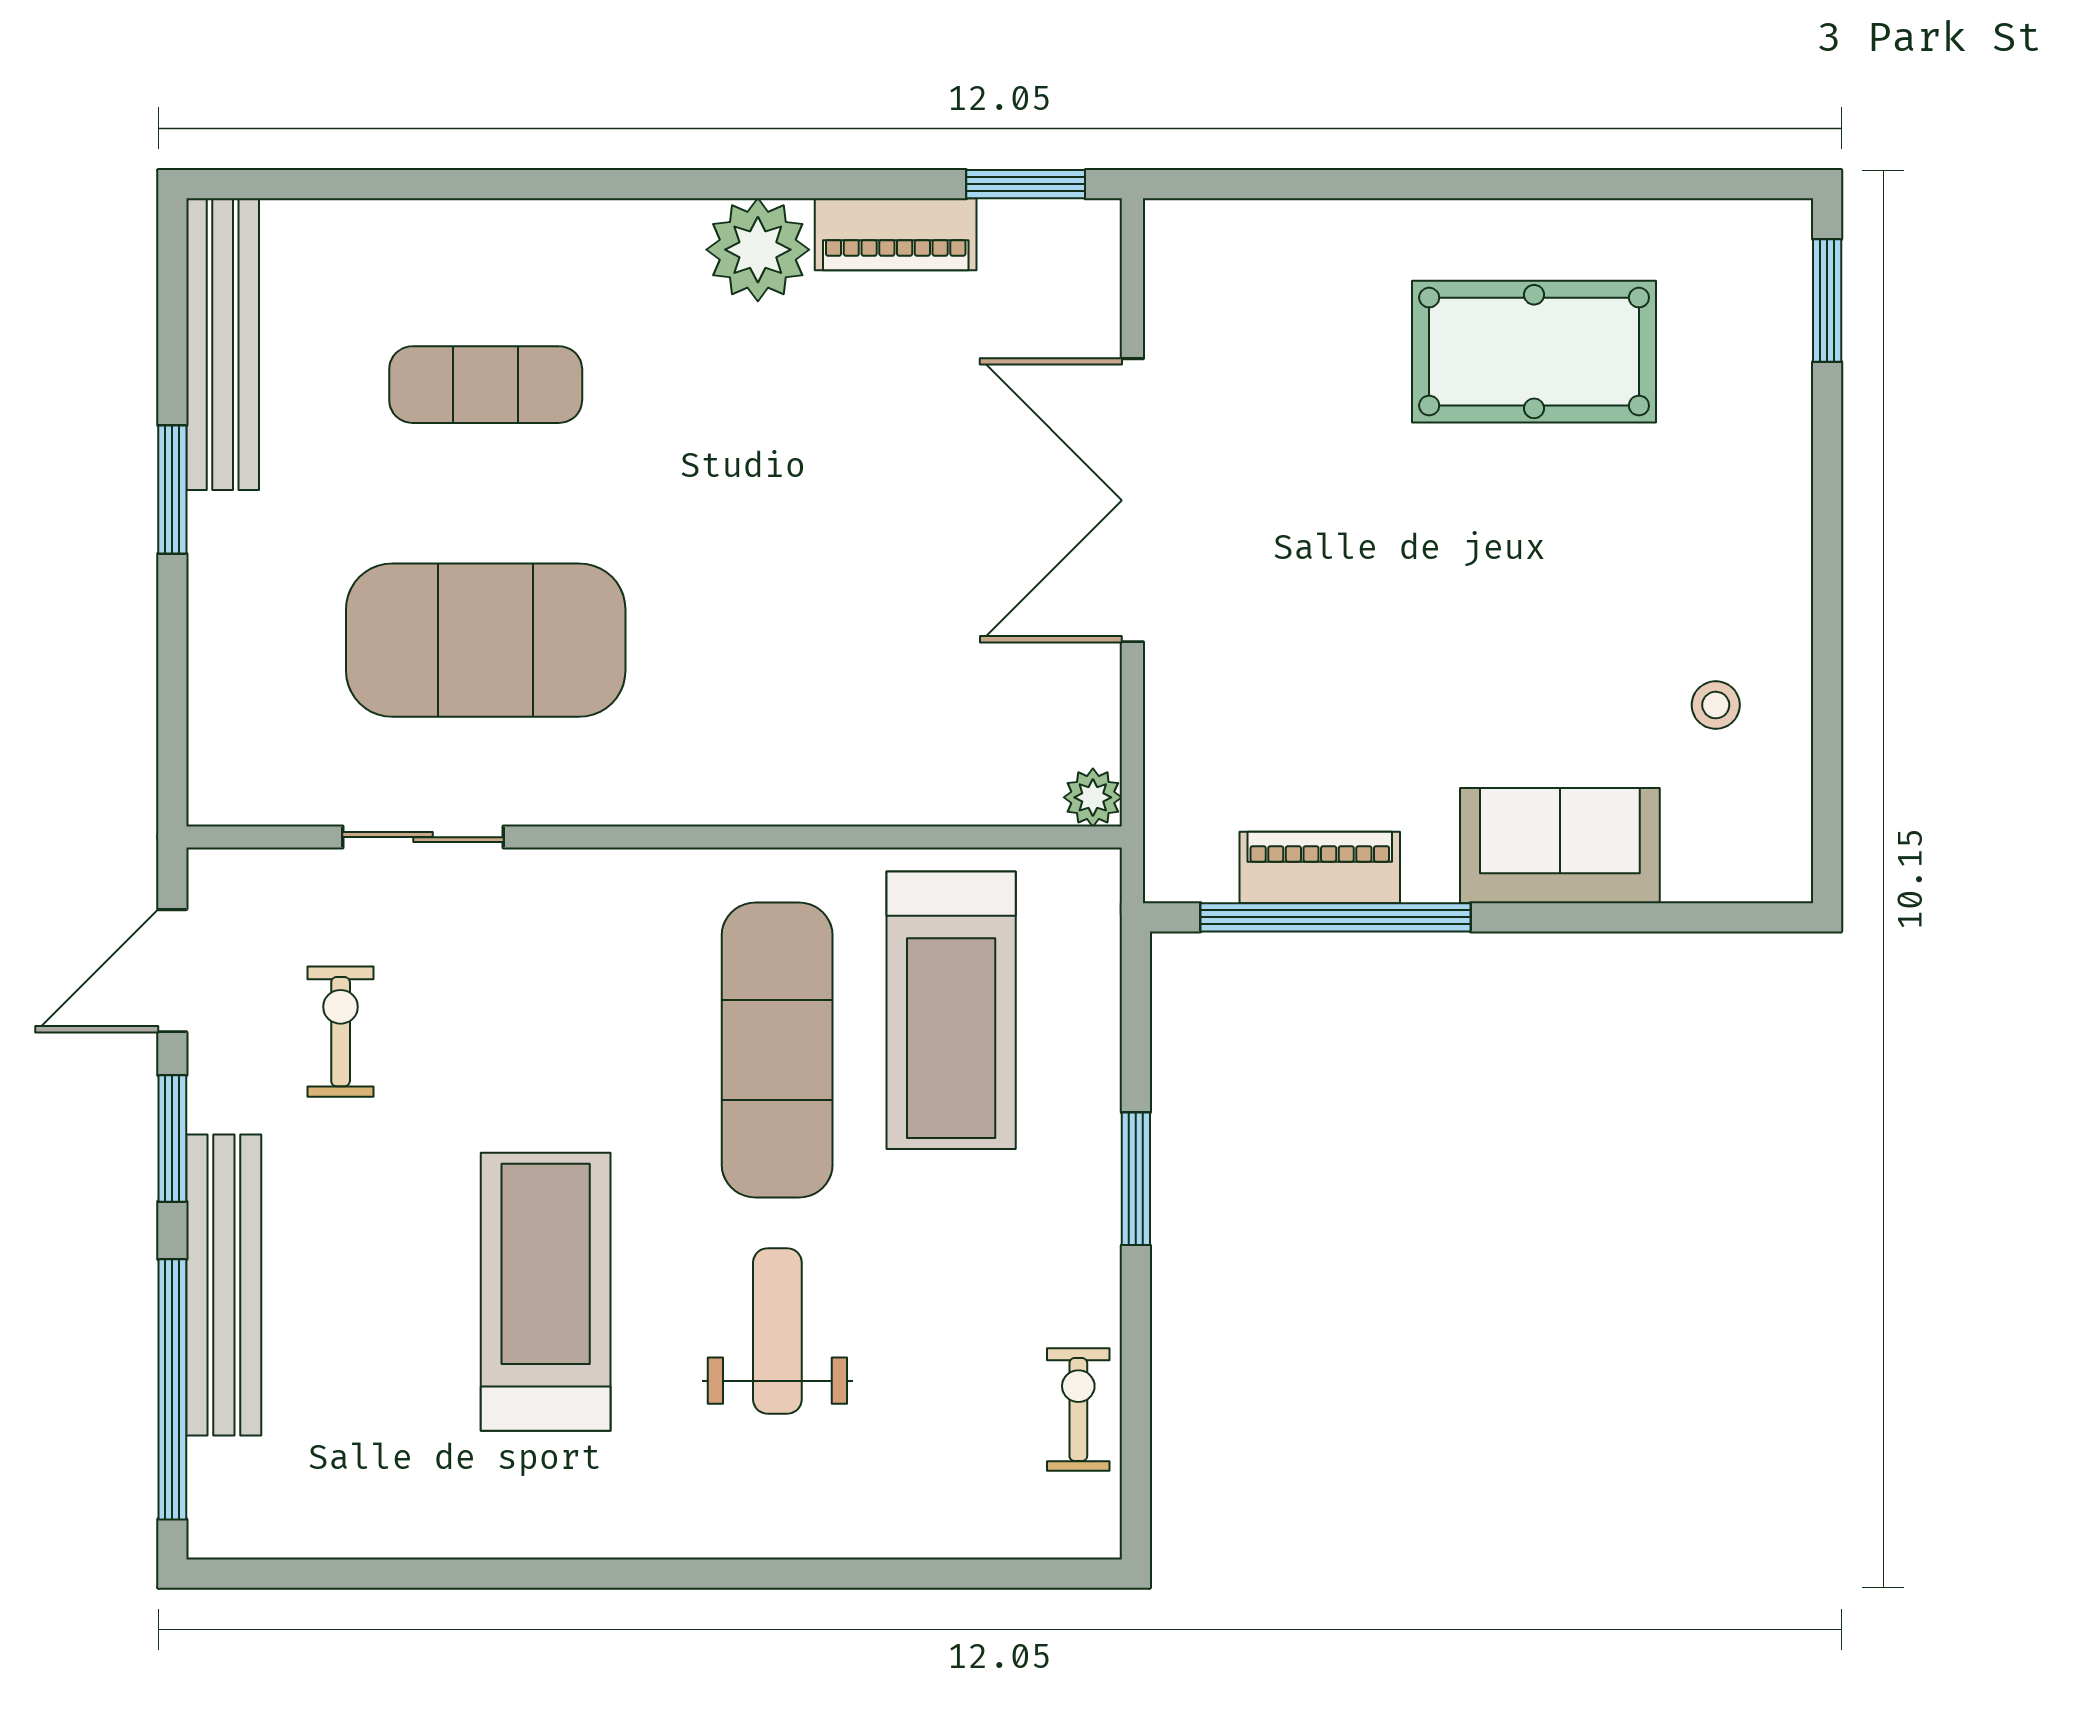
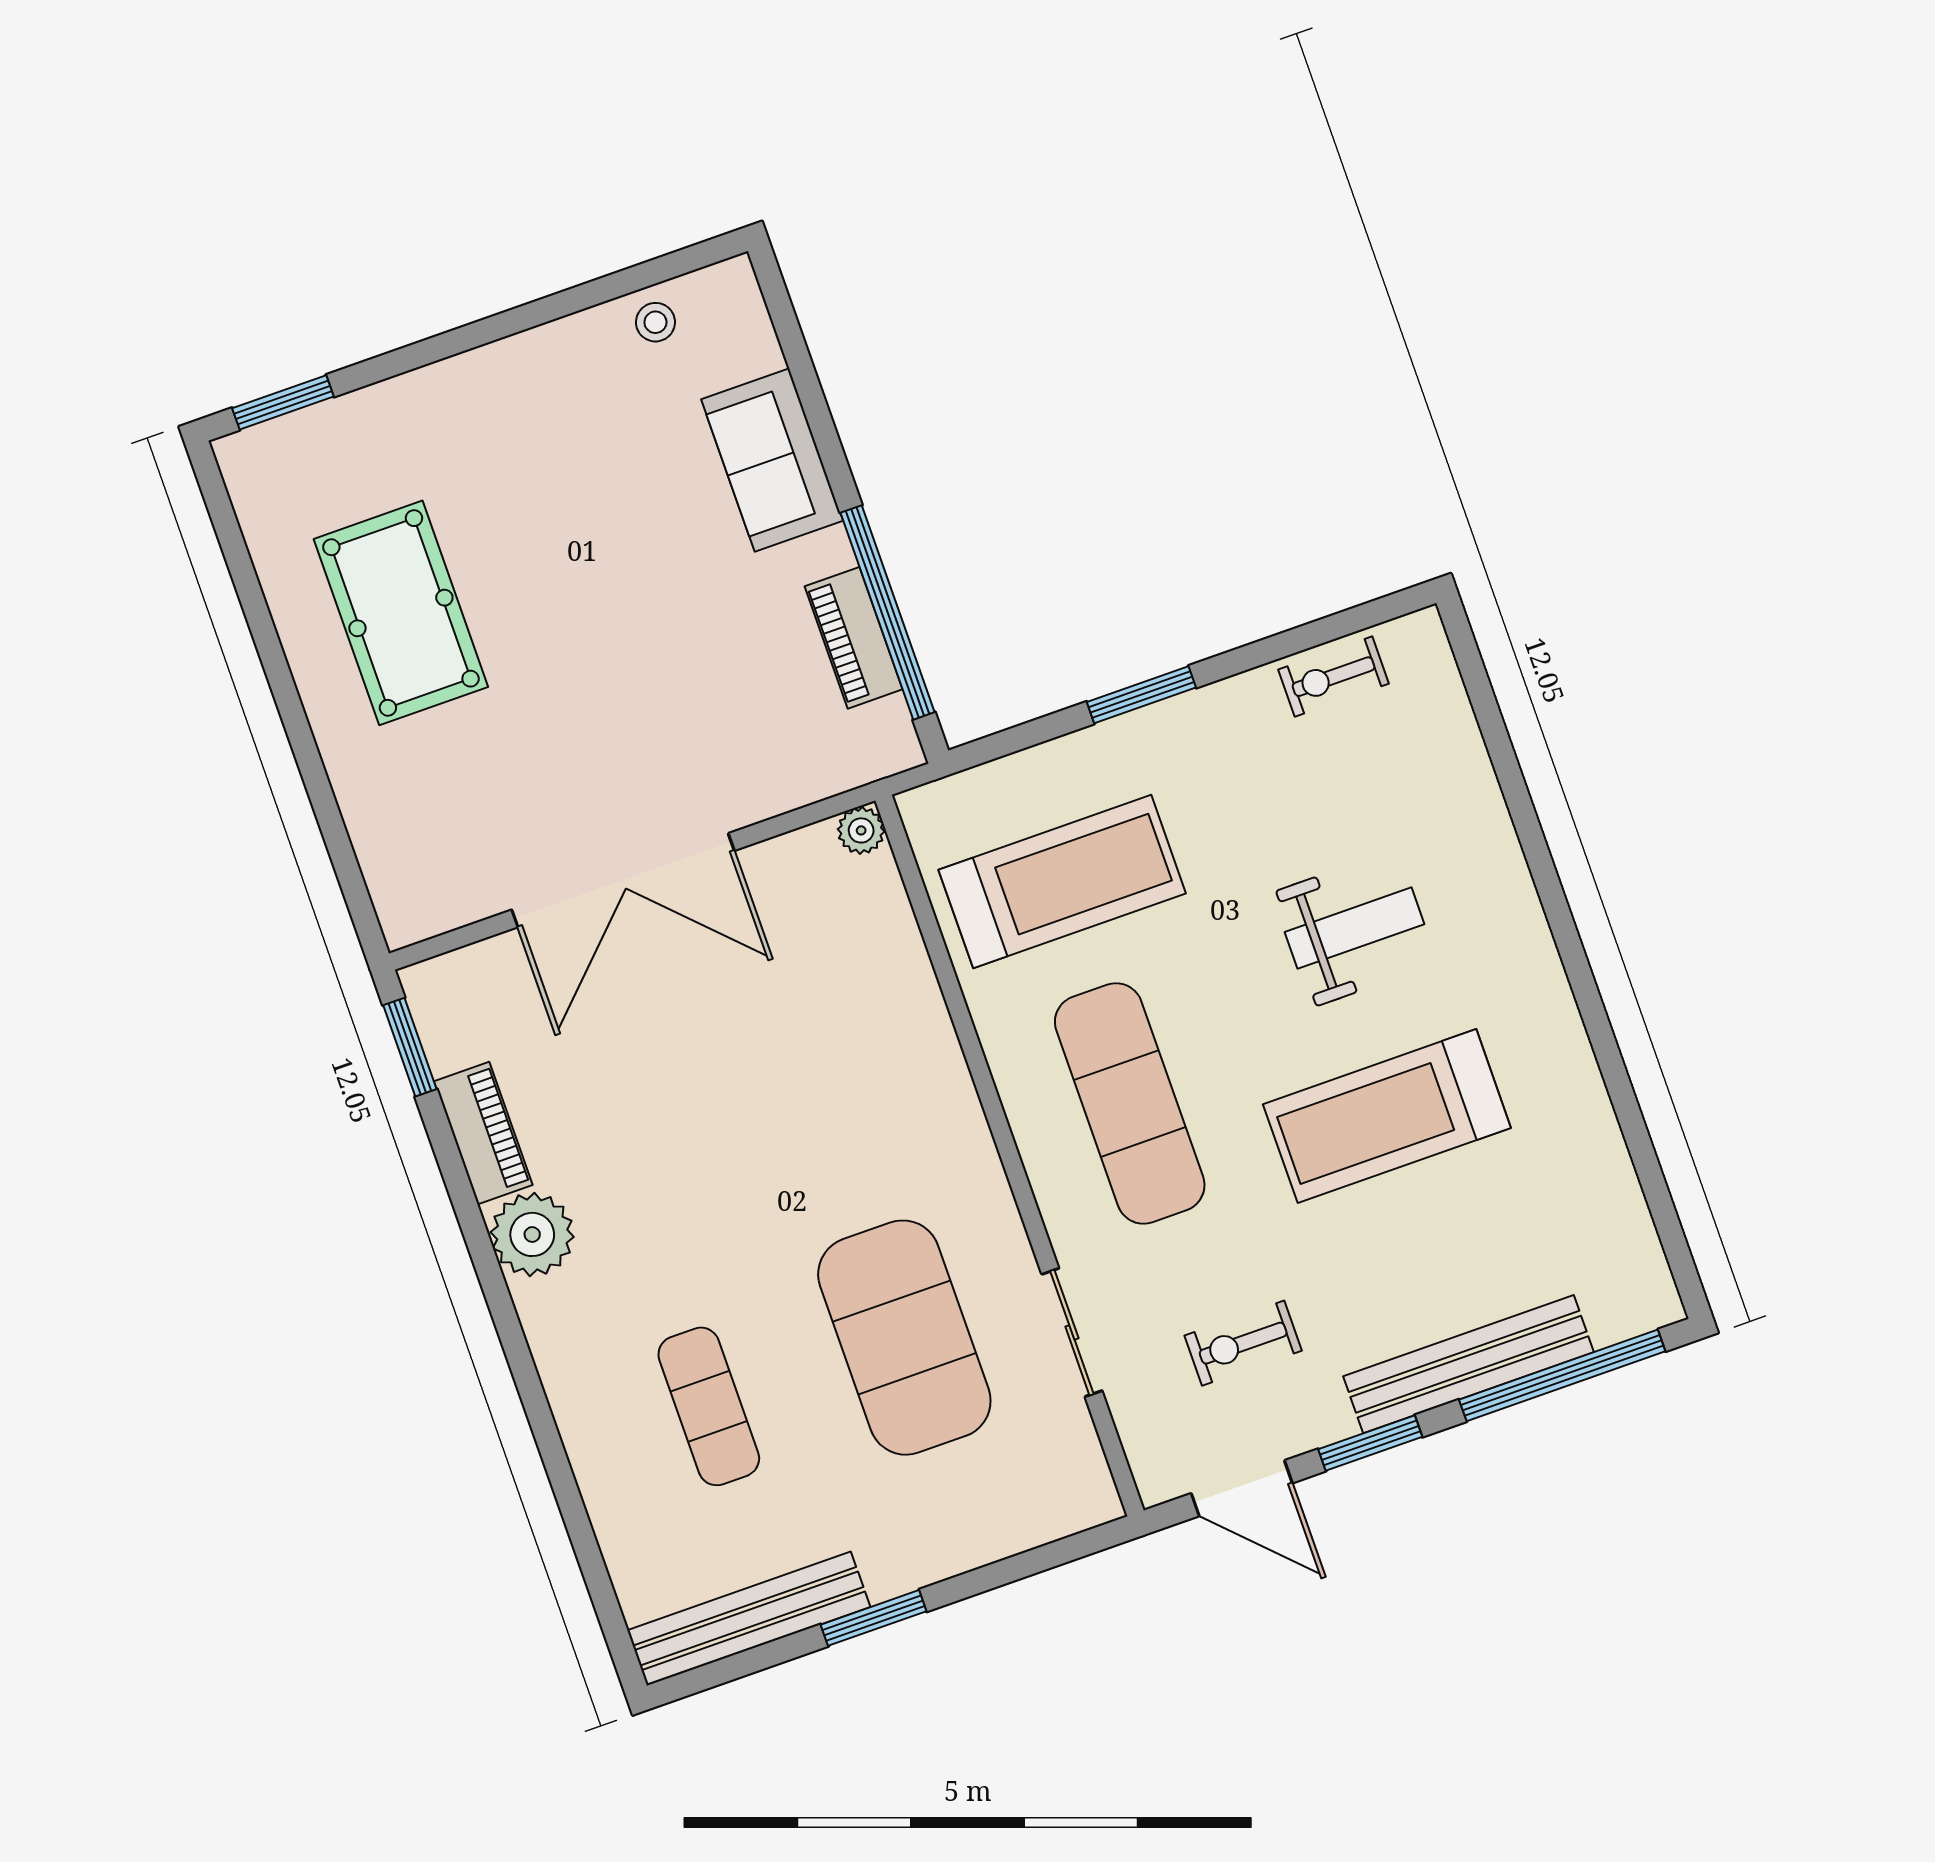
stool: (1716, 705) -> (655, 322), moved
exercise mat: (777, 1050) -> (1130, 1103), moved, turned 90
weight bench: (777, 1331) -> (1354, 928), turned 180

